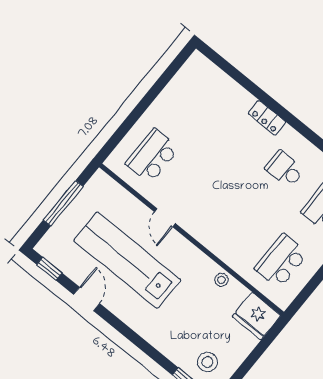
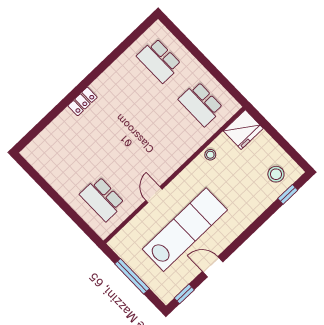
school desk: (285, 169) -> (126, 92), removed
door: (165, 218) -> (154, 195), swing flipped
lab bench: (127, 260) -> (185, 230), turned 180

